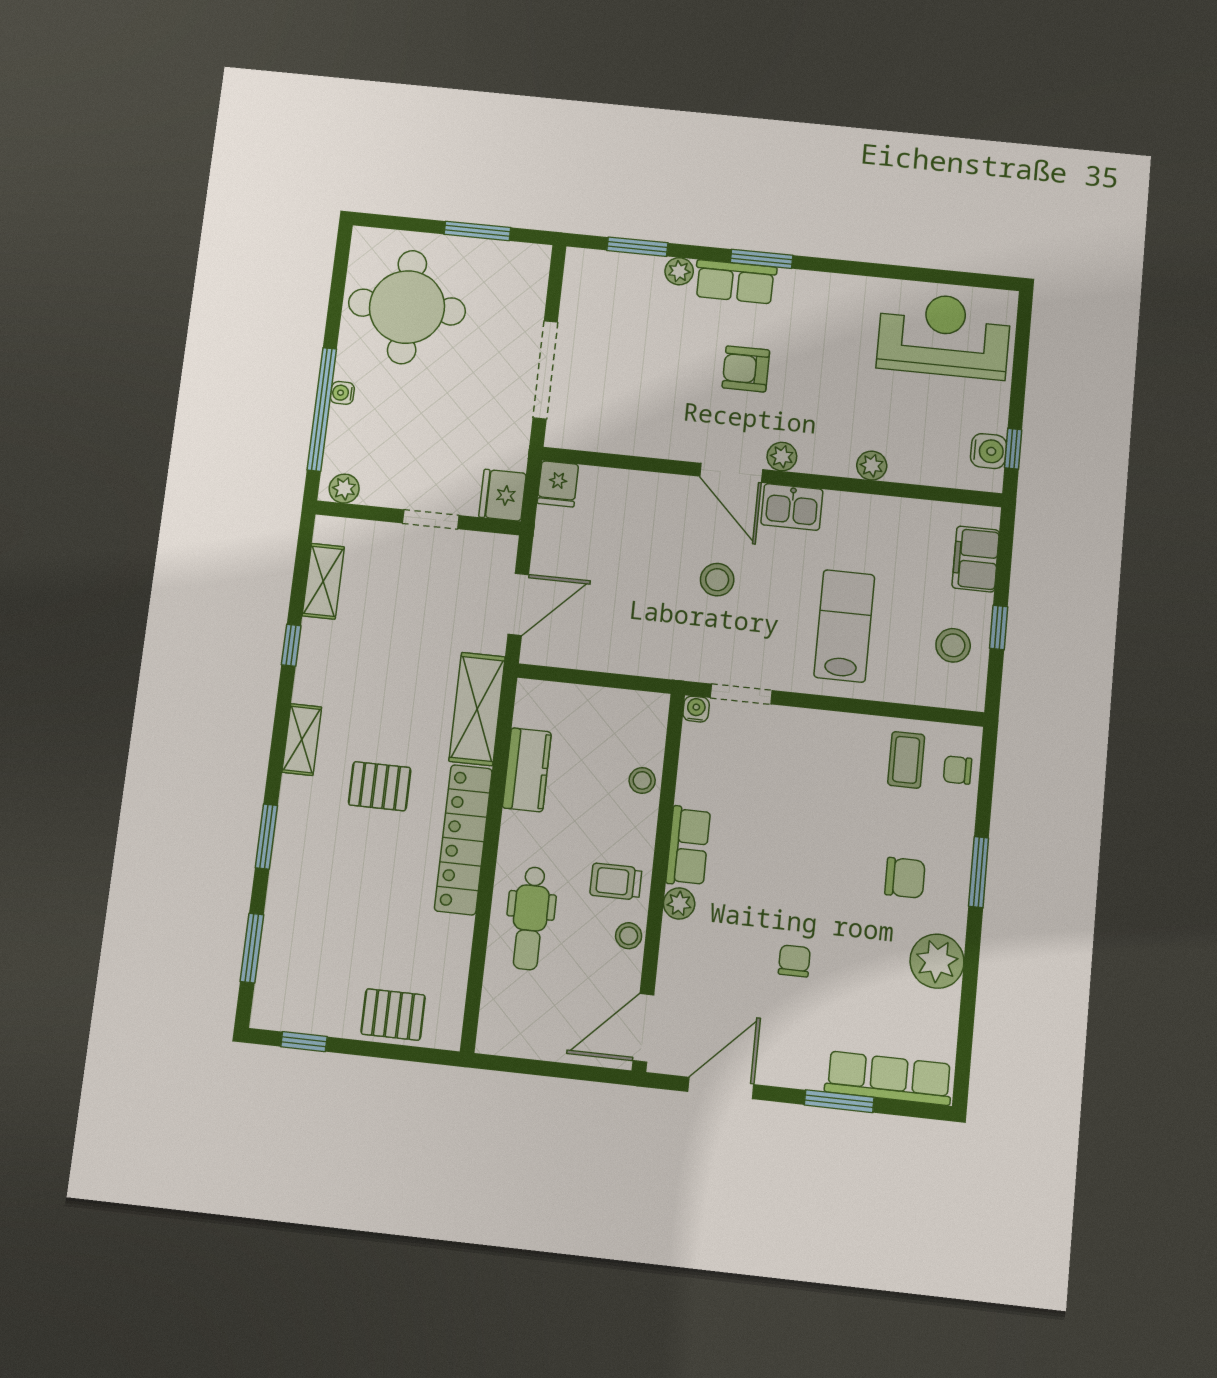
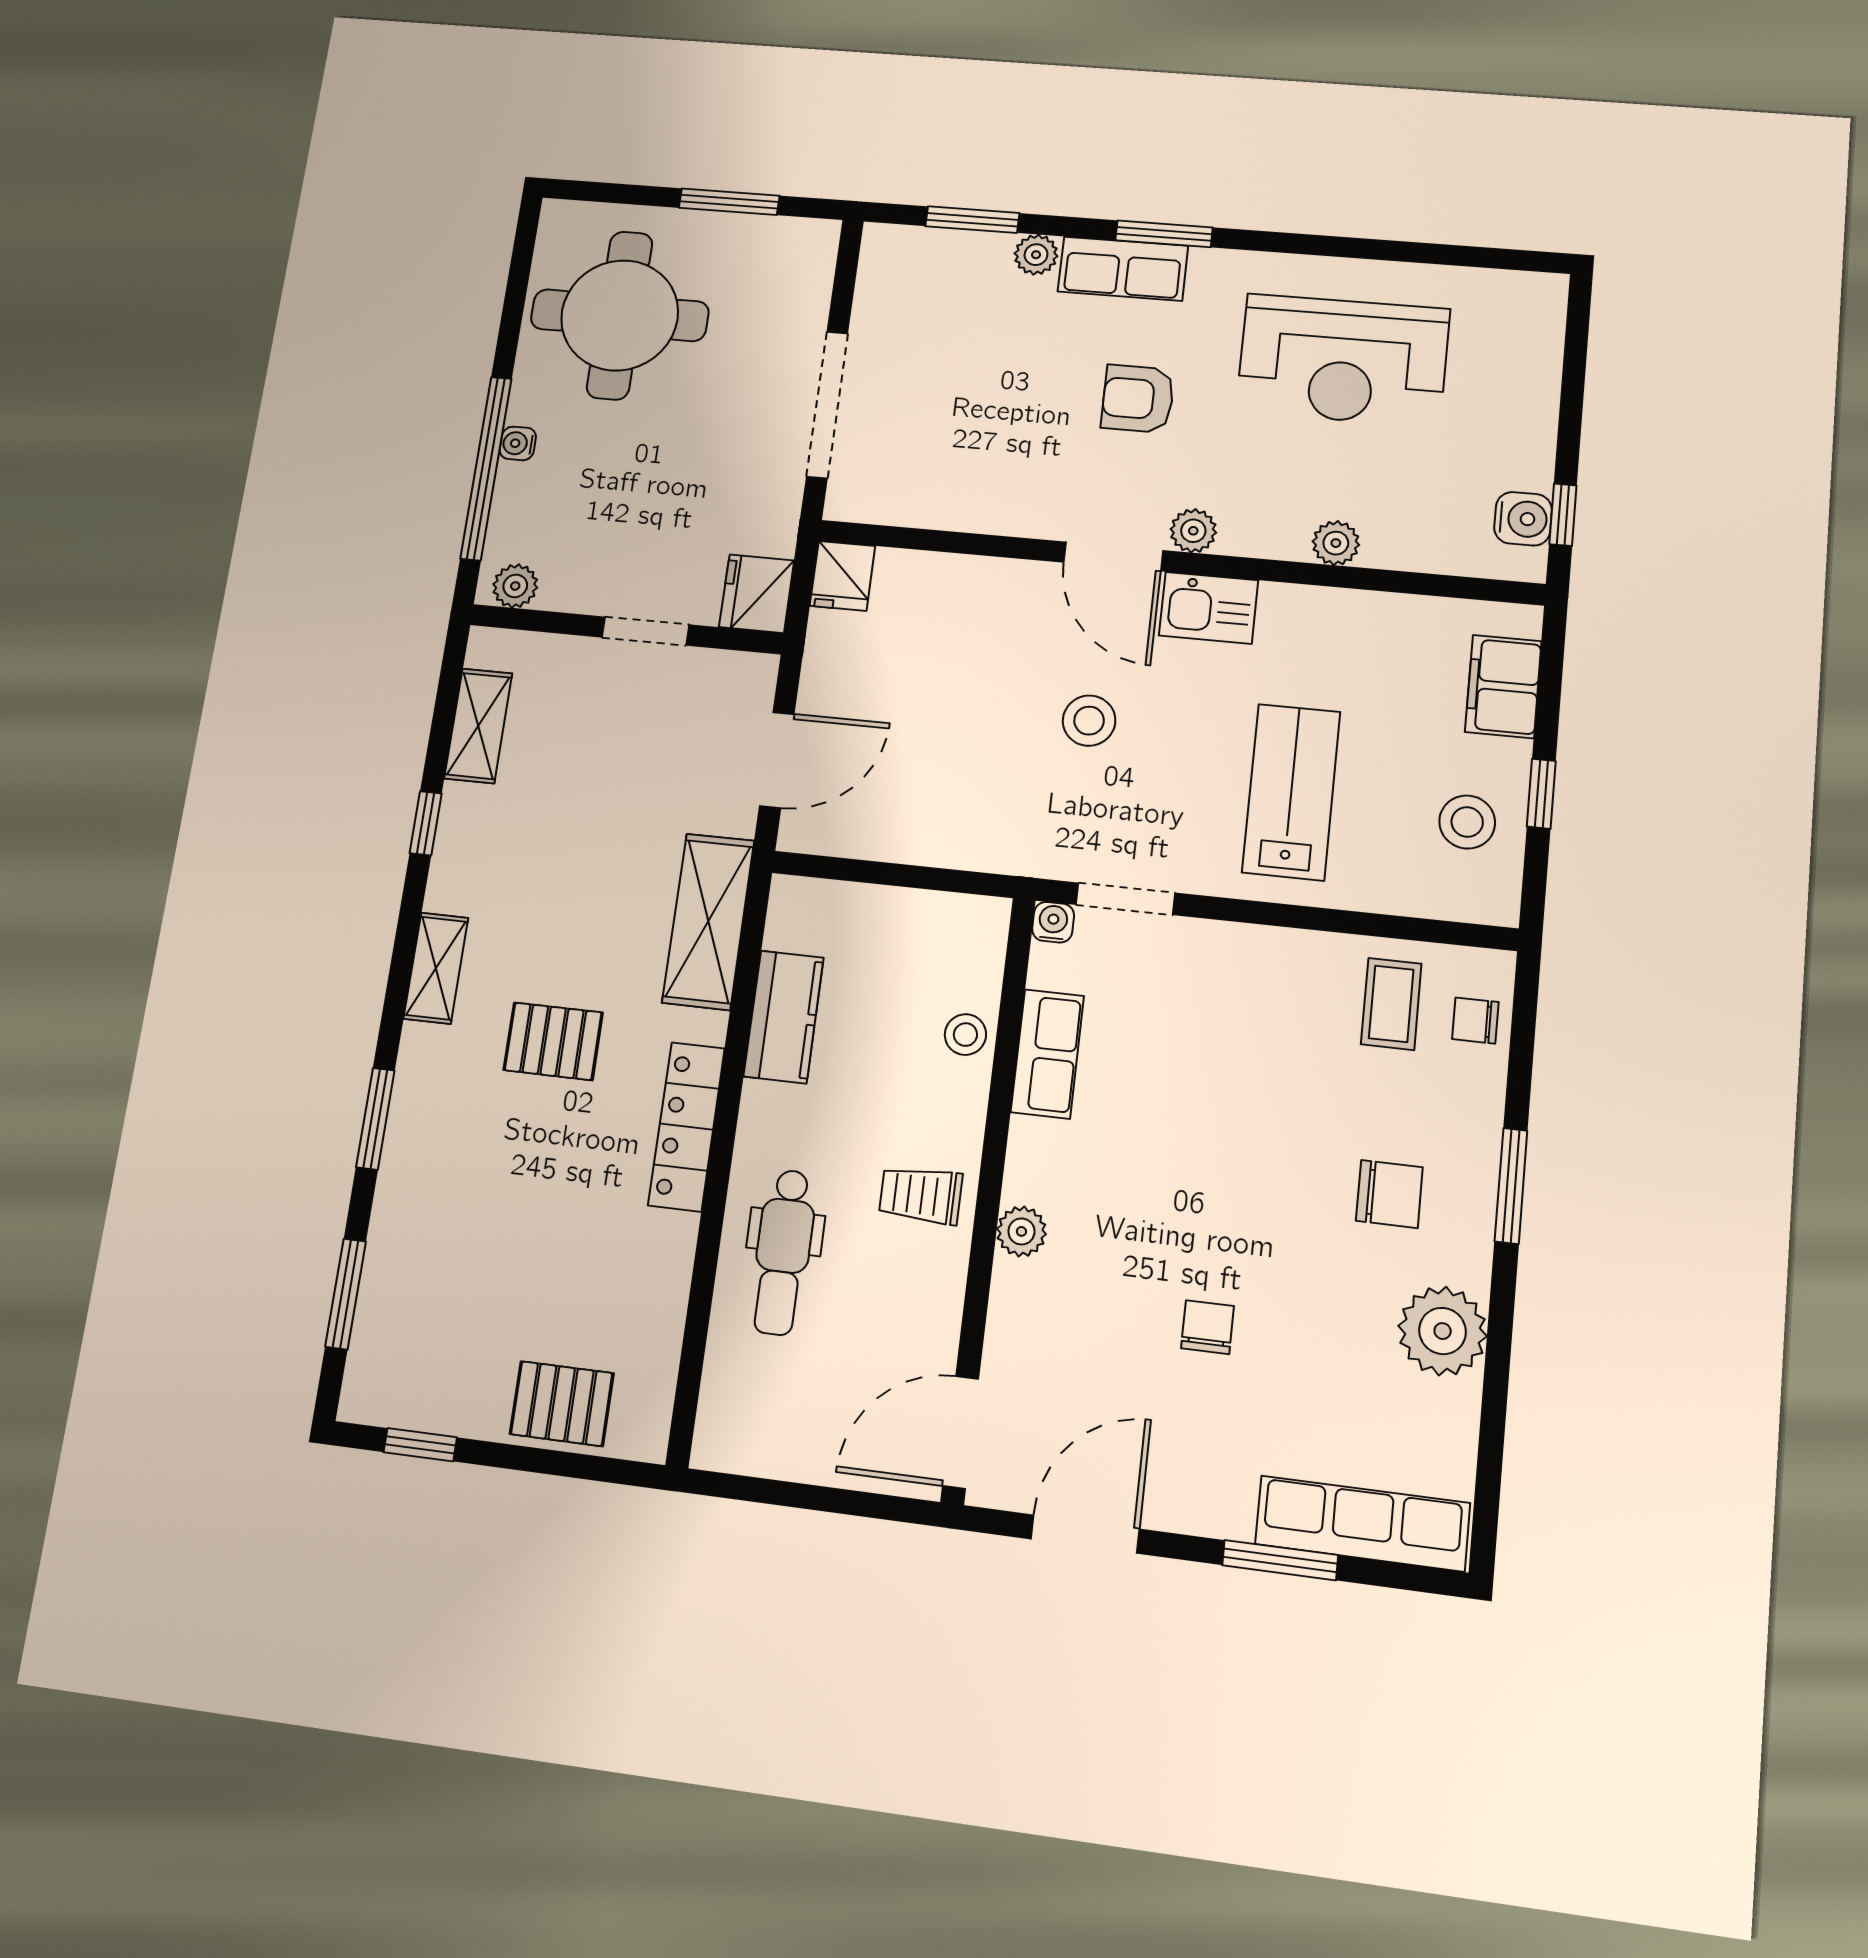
reception desk: (944, 335) -> (1343, 360), moved, turned 180
locker: (463, 840) -> (686, 1127), width x0.71, depth x0.83
row of seats: (688, 846) -> (1047, 1054), moved
stool: (629, 936) -> (939, 1282), removed

